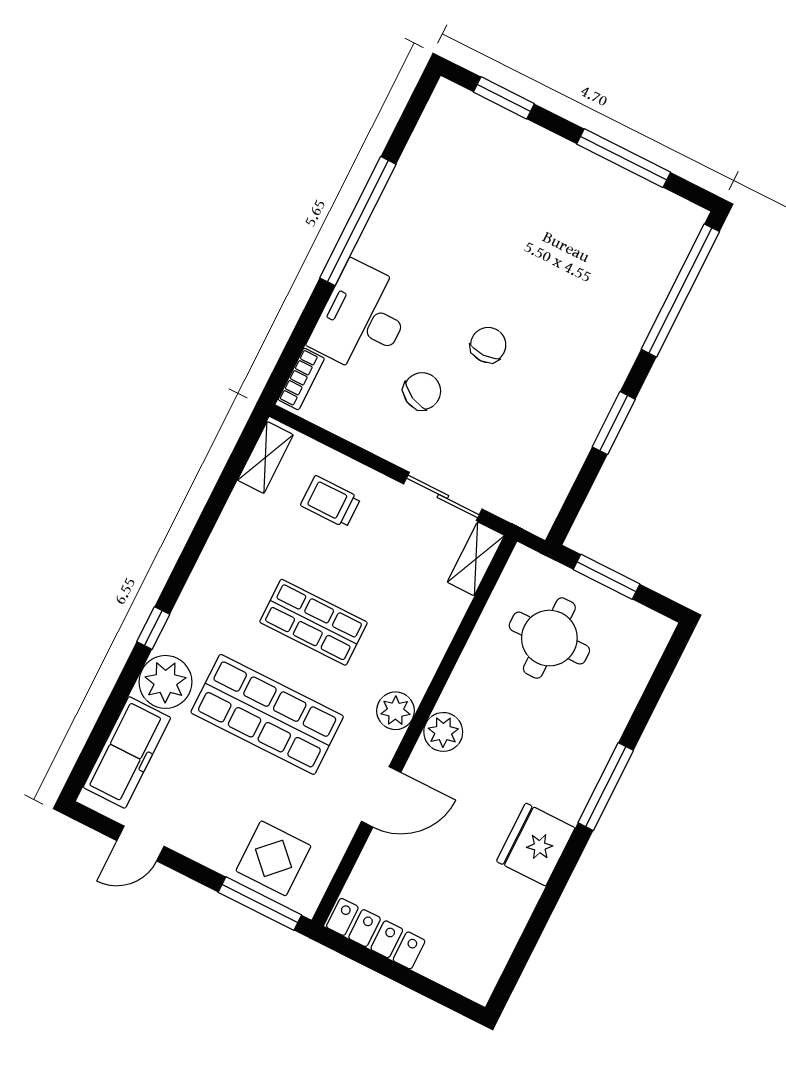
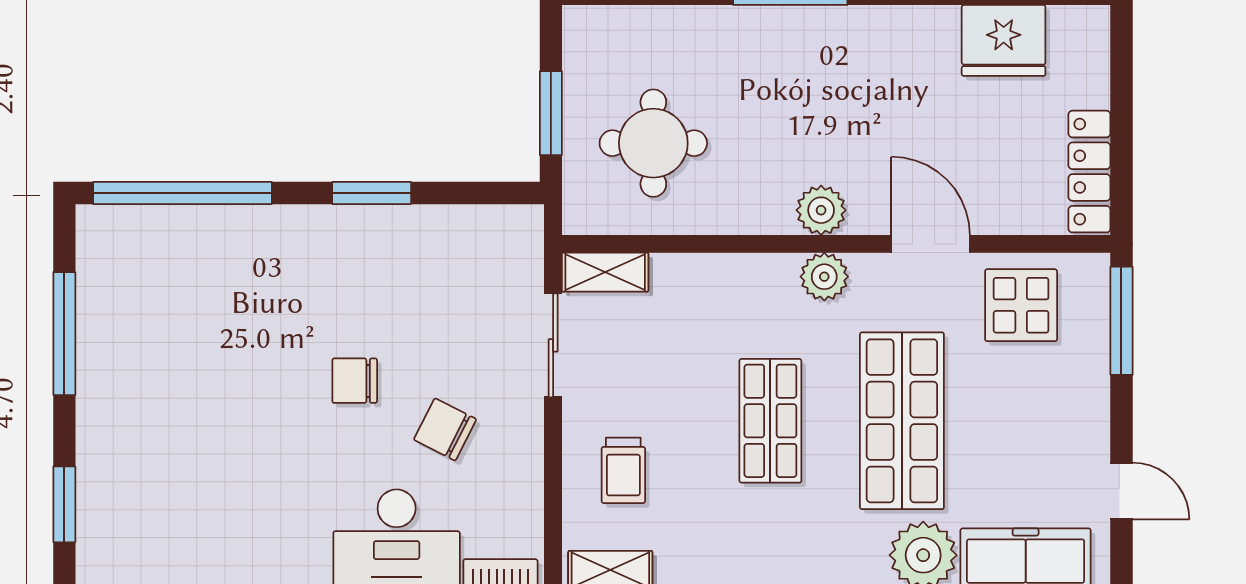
fridge: (536, 845) -> (1004, 40), moved
display table: (273, 858) -> (1021, 305), moved

